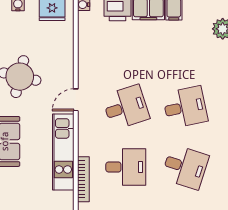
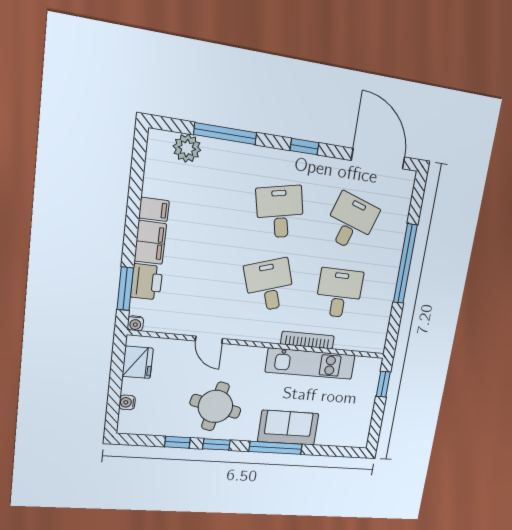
door: (76, 100) -> (209, 340), moved
bookcase: (83, 179) -> (308, 340), moved

